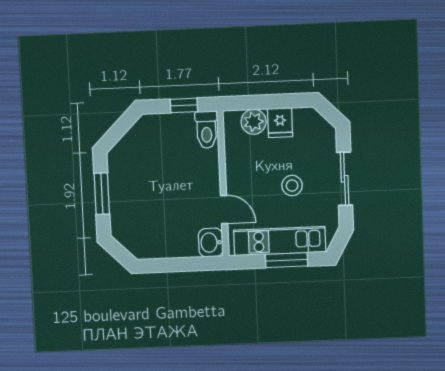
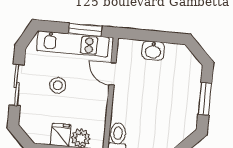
washbasin: (211, 243) -> (153, 51), moved, turned 90
window: (287, 260) -> (85, 30), moved

